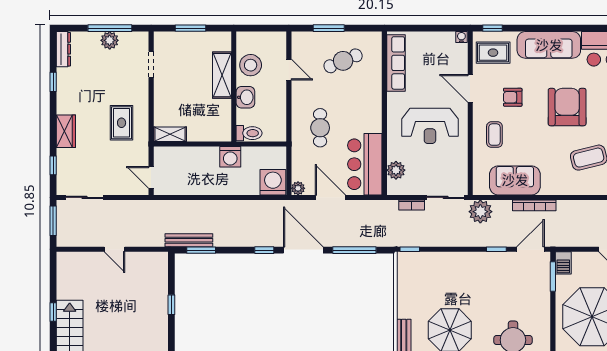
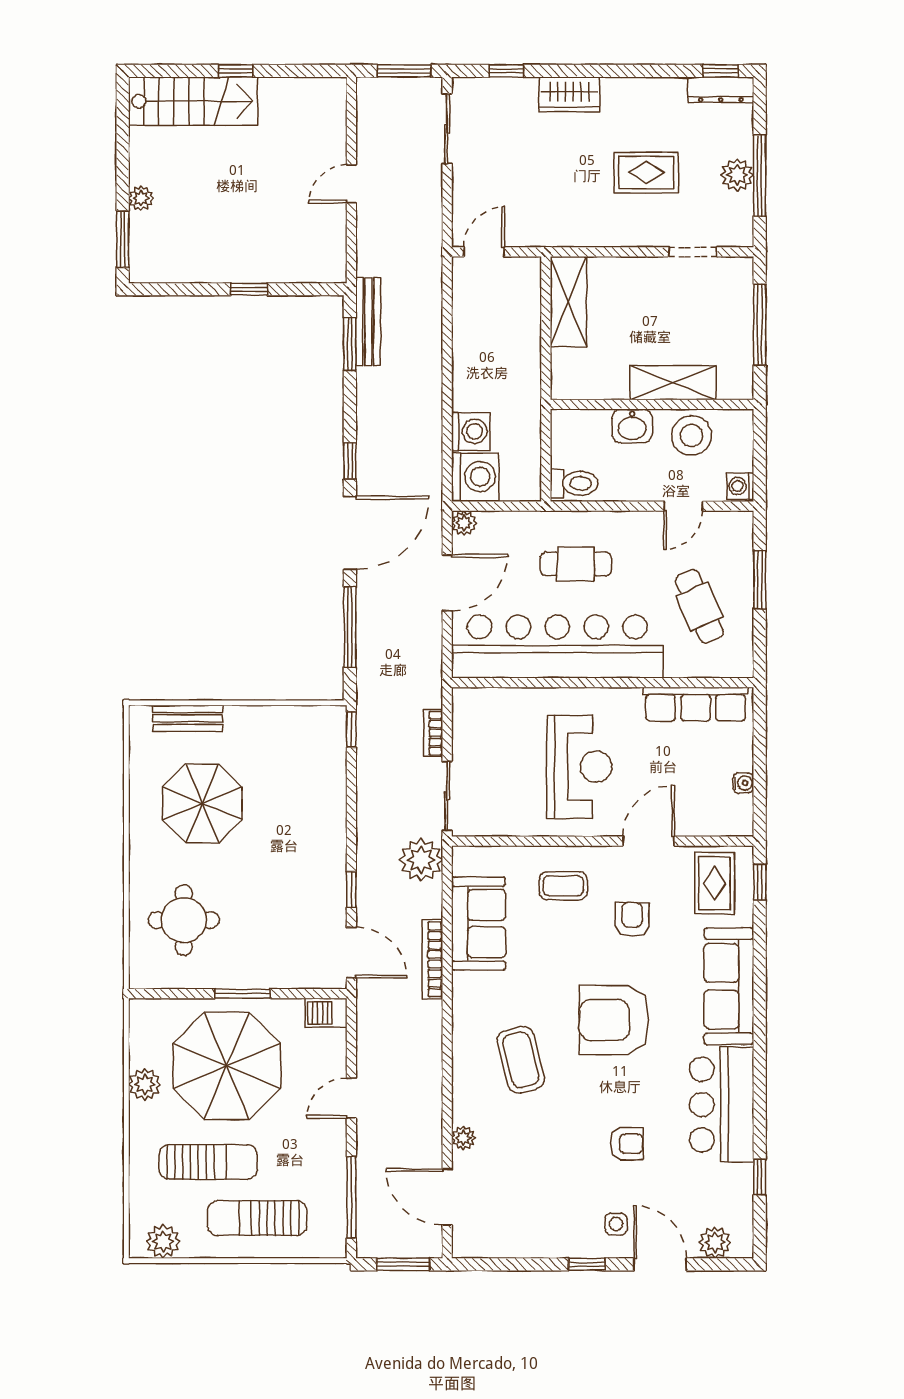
window: (191, 28) -> (760, 325), width x1.44
water cooler: (461, 37) -> (743, 783), moved
washing machine: (278, 39) -> (740, 486), added
window: (53, 82) -> (721, 71), moved
armchair: (567, 107) -> (614, 1020), turned 180
rug: (122, 123) -> (646, 173), moved
reception desk: (430, 126) -> (579, 767), turned 180
toilet: (249, 133) -> (574, 483), moved, turned -90
shelving: (170, 134) -> (568, 302), width x1.50, depth x1.33
washing machine: (230, 157) -> (471, 431), moved, turned 180
bar counter: (365, 164) -> (557, 646), width x1.86
plant: (396, 170) -> (497, 704), removed
window: (553, 276) -> (243, 994), moved

